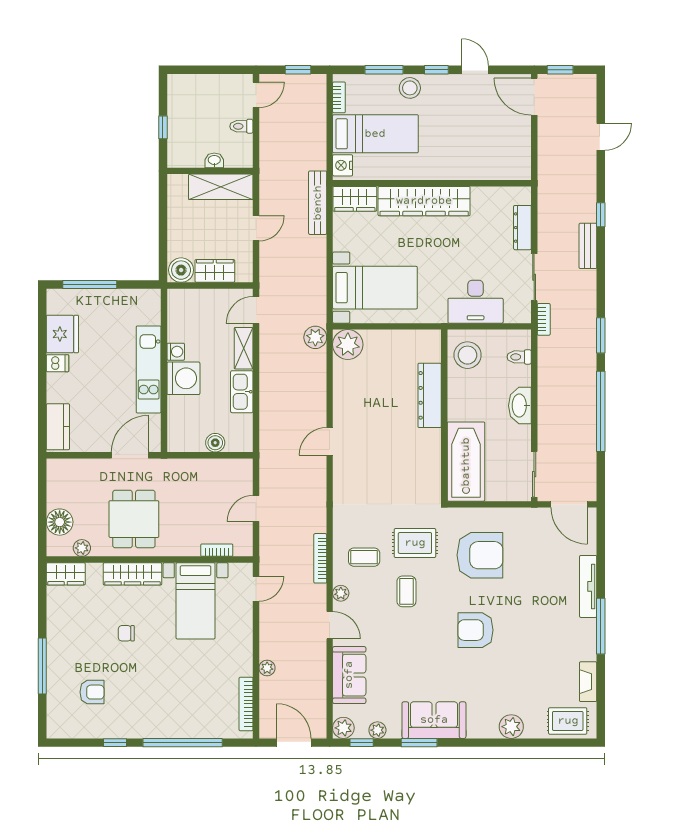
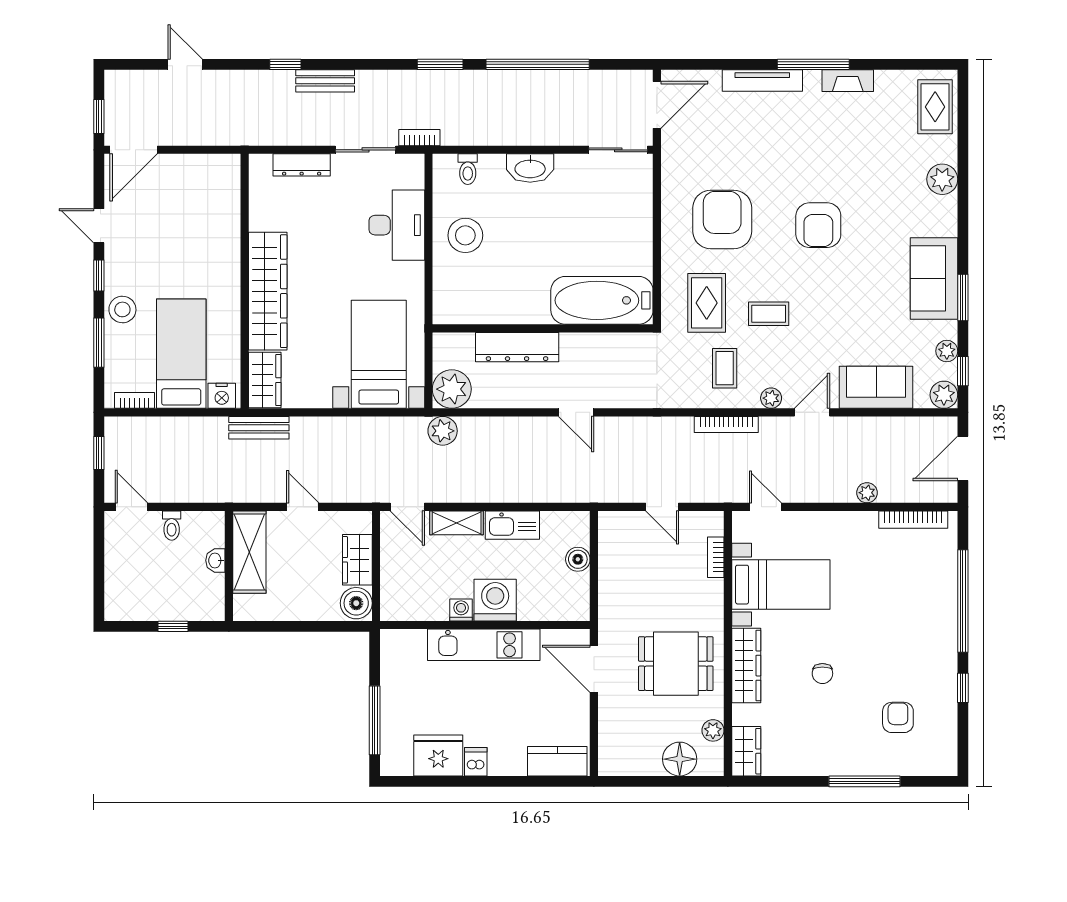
door: (475, 70) -> (99, 226), hinge flipped
bench: (318, 203) -> (259, 428), width x0.73
dresser: (430, 395) -> (517, 347), moved
wall: (444, 415) -> (543, 328), moved
bathtub: (466, 462) -> (602, 300), moved
fireplace: (588, 682) -> (848, 81), moved

